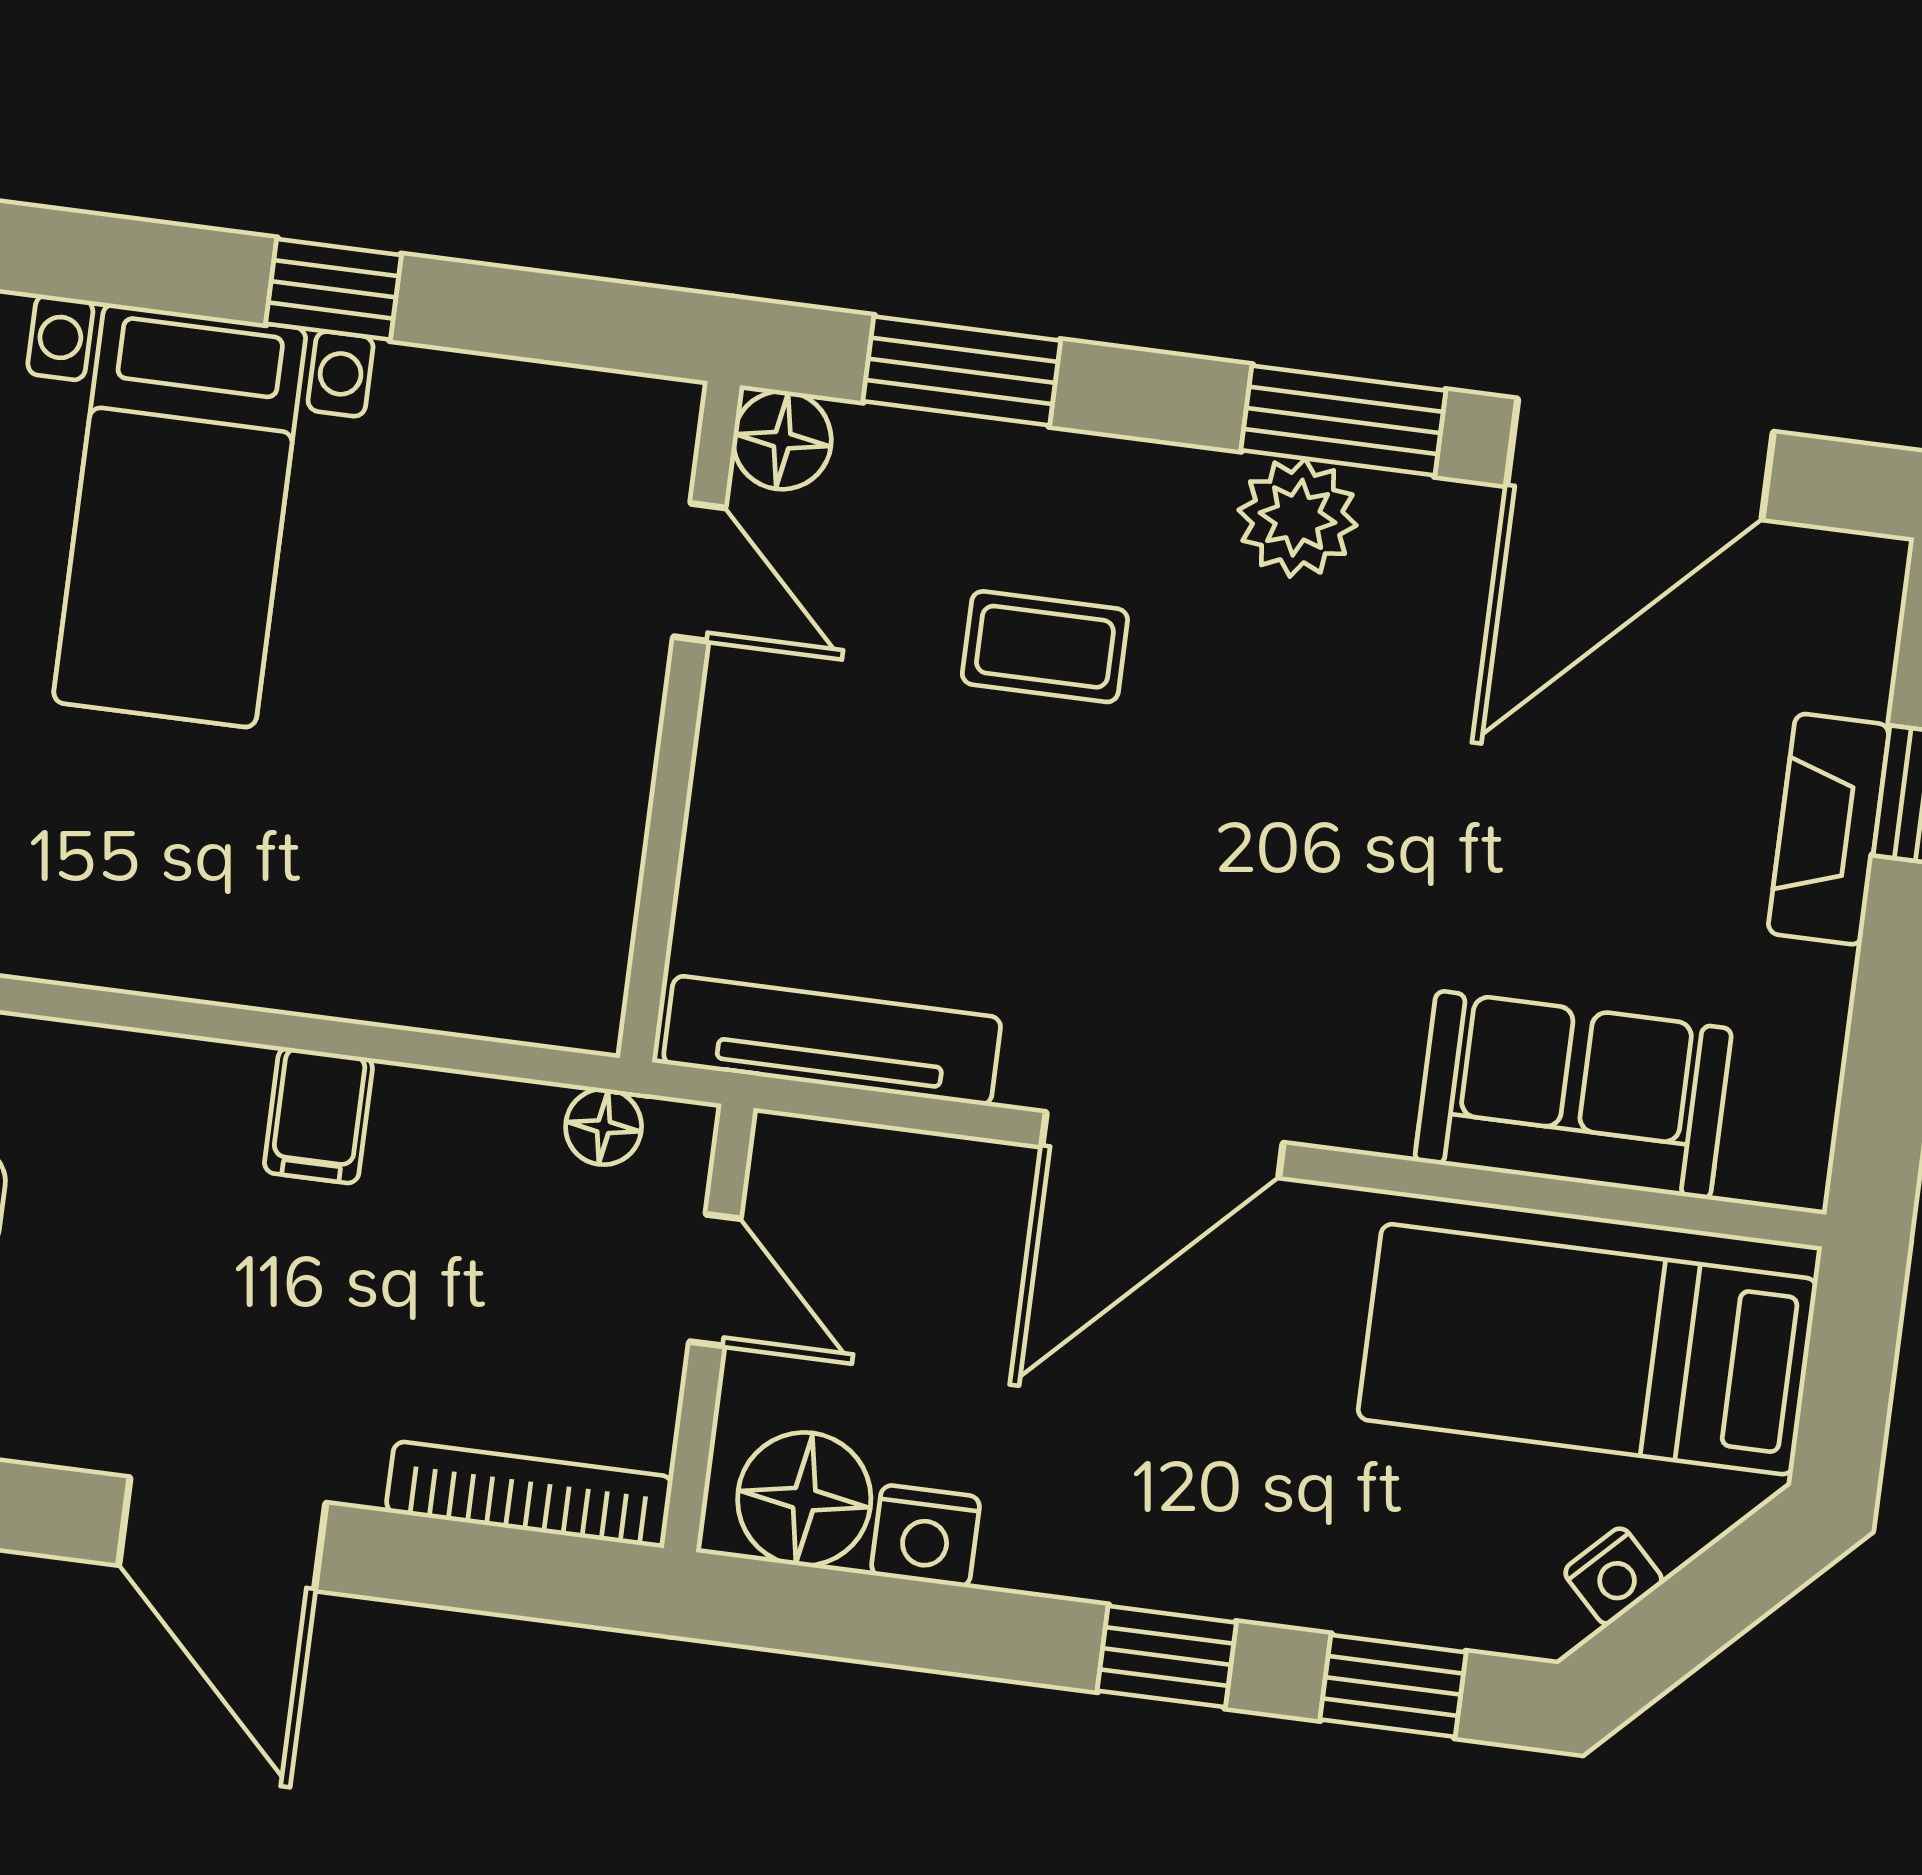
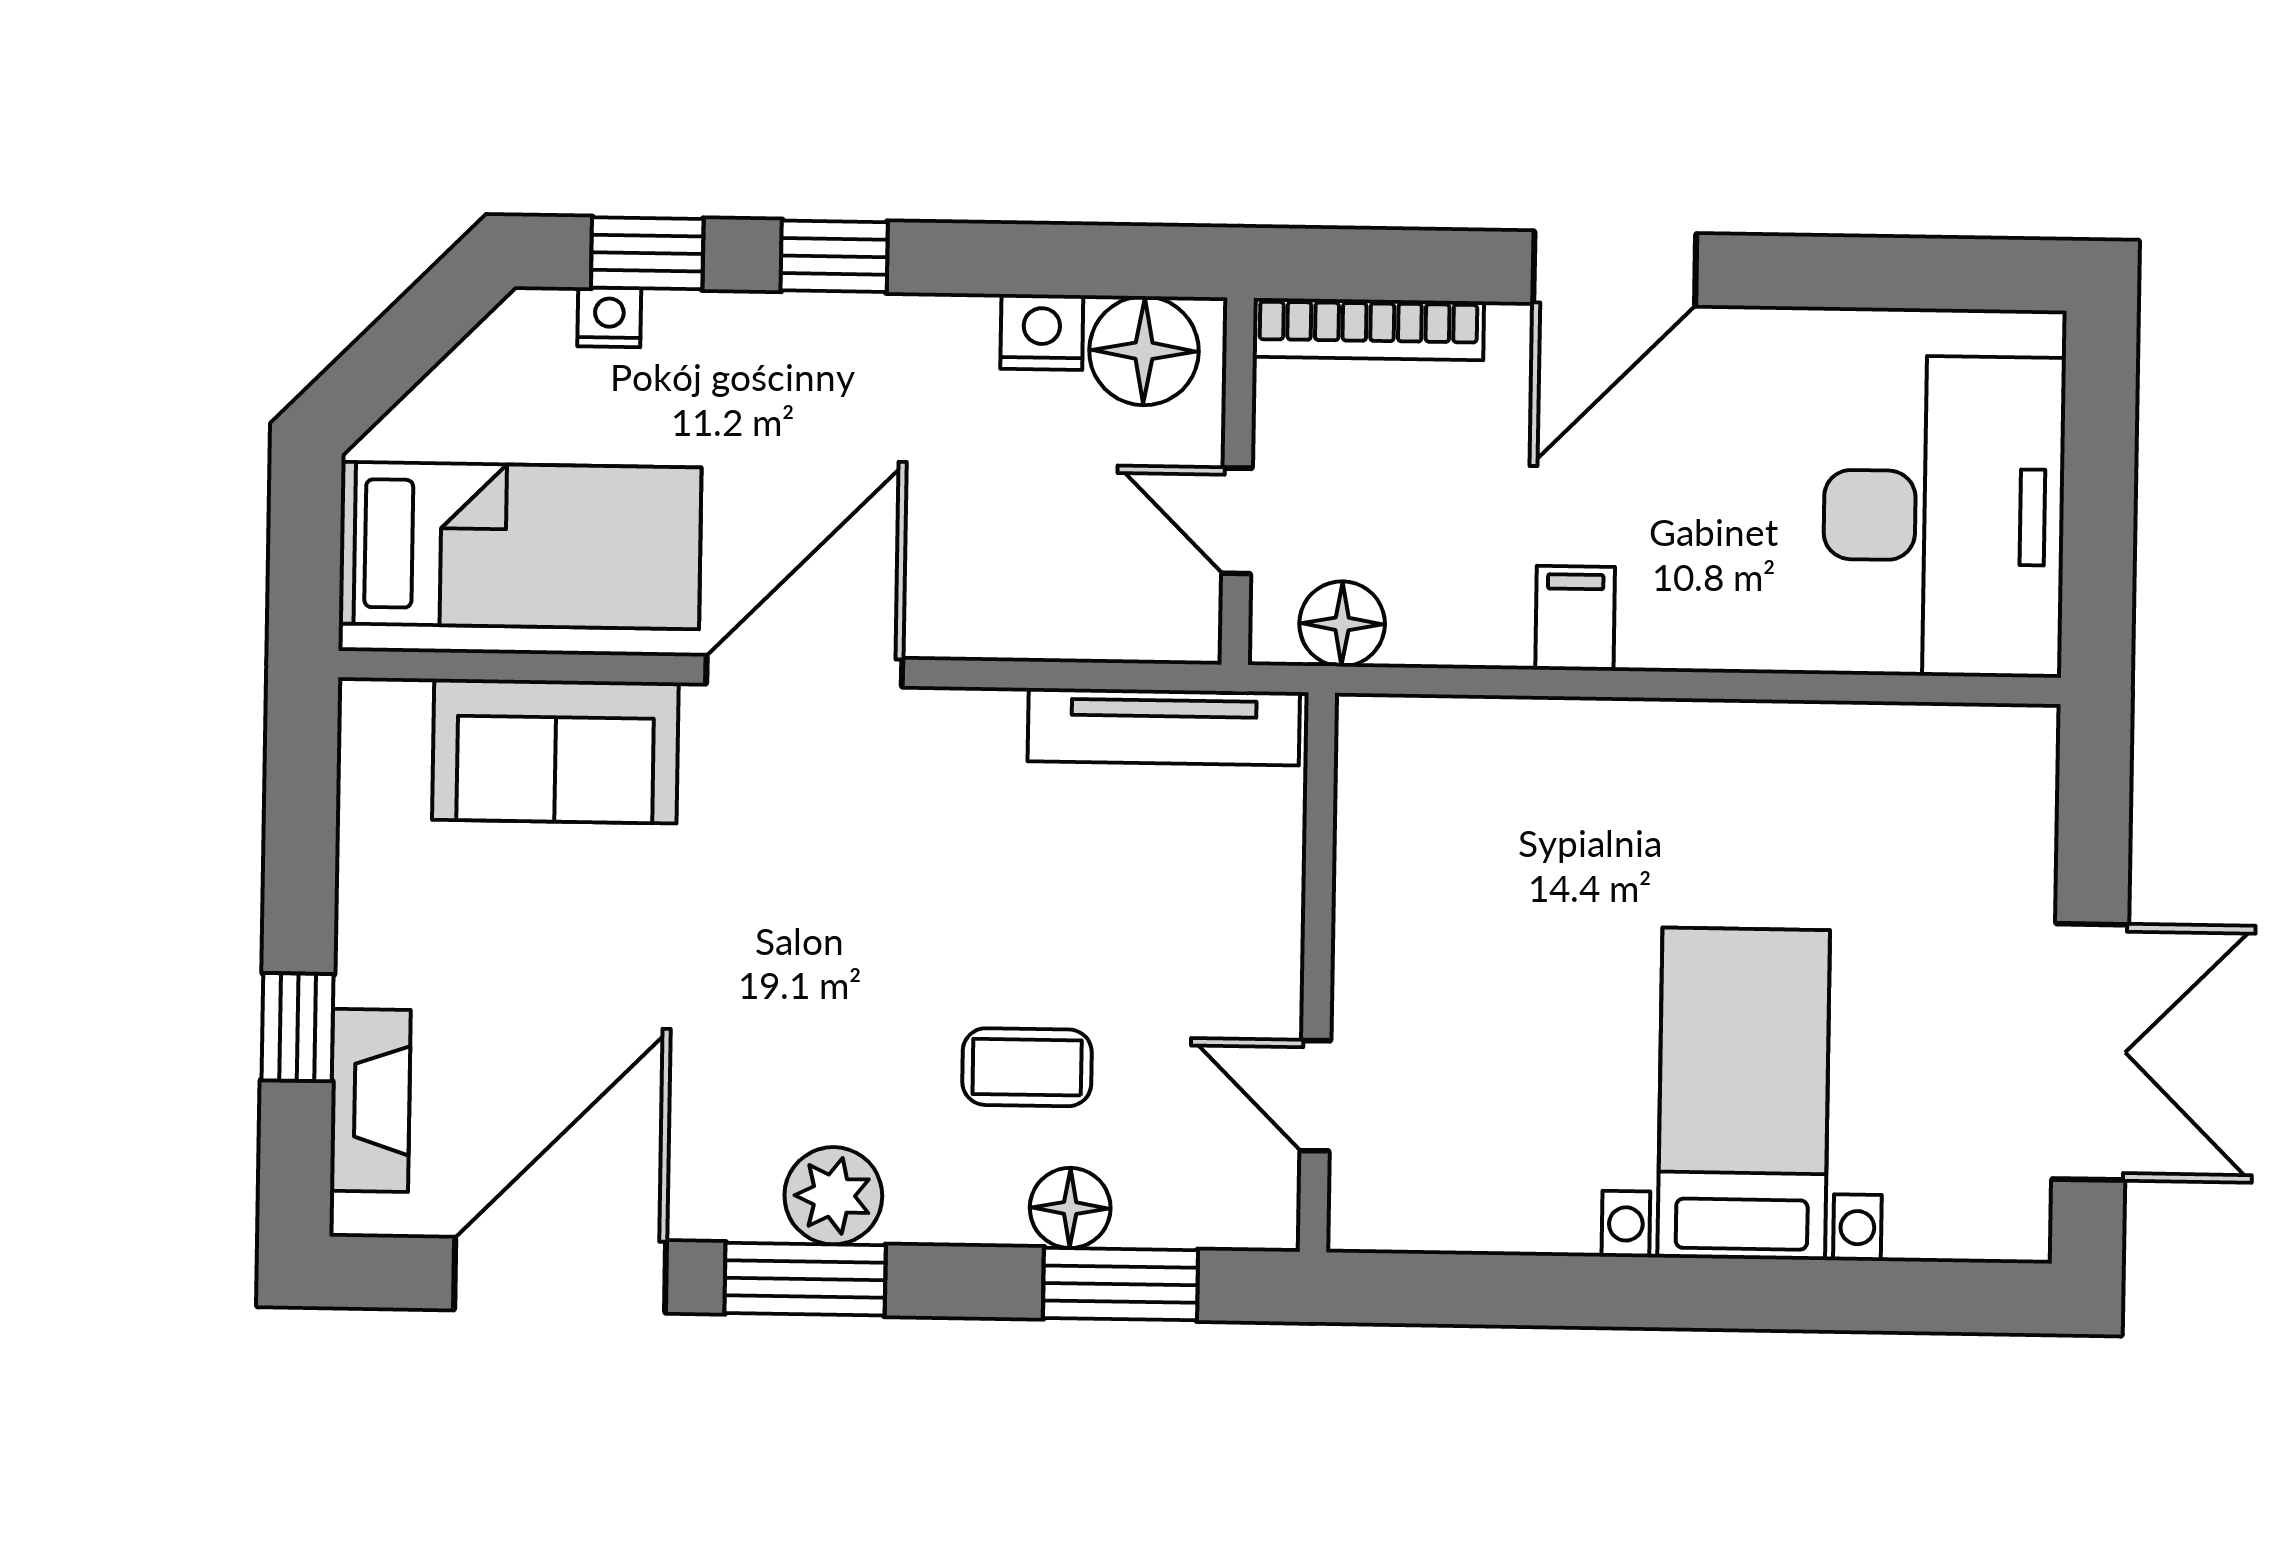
window: (334, 289) -> (1639, 1292), removed
floor lamp: (782, 440) -> (1070, 1208), moved
fireplace: (1829, 829) -> (370, 1100), moved
floor lamp: (604, 1127) -> (1342, 624), width x1.37, depth x1.37
door: (1162, 1145) -> (804, 671), moved
door: (222, 1534) -> (1615, 269), swing flipped
nightstand: (1614, 1576) -> (609, 317), moved, turned 45

